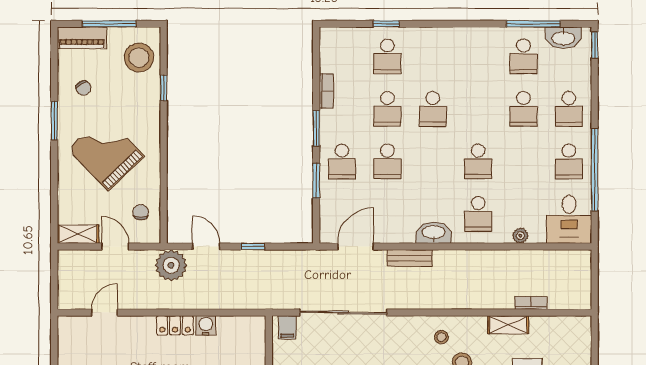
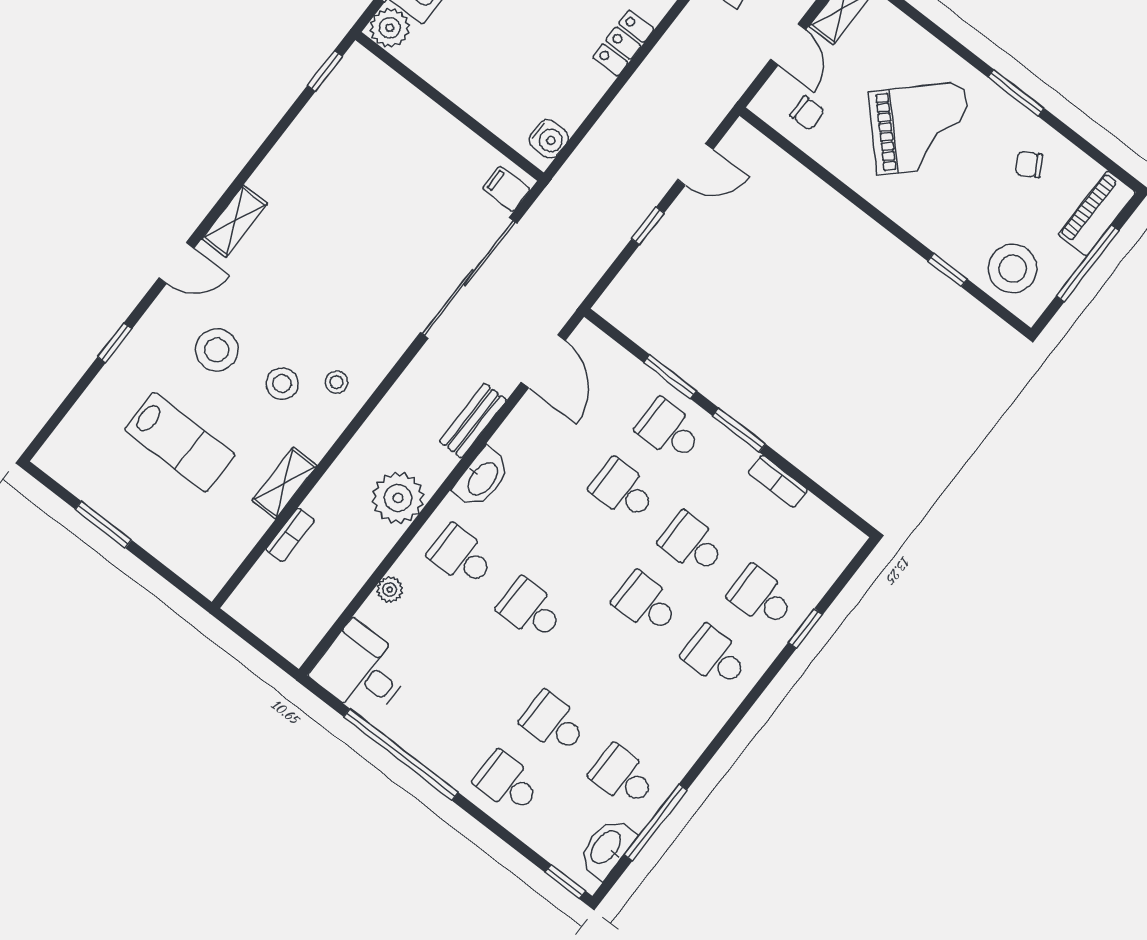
school desk: (569, 161) -> (715, 657), moved
door: (115, 247) -> (788, 45), hinge flipped
plant: (171, 265) -> (398, 498), moved
water cooler: (206, 326) -> (549, 139), moved

